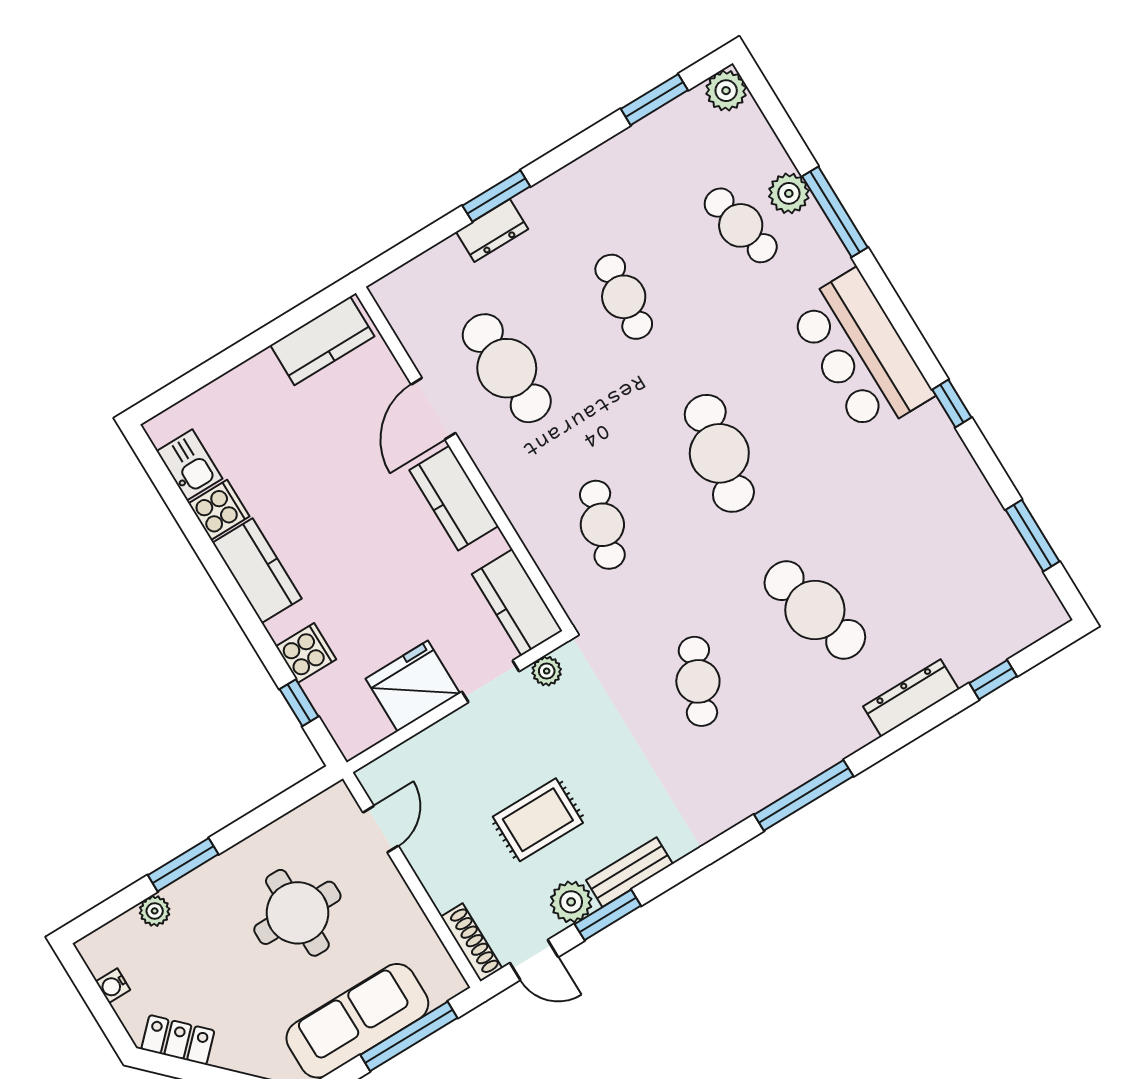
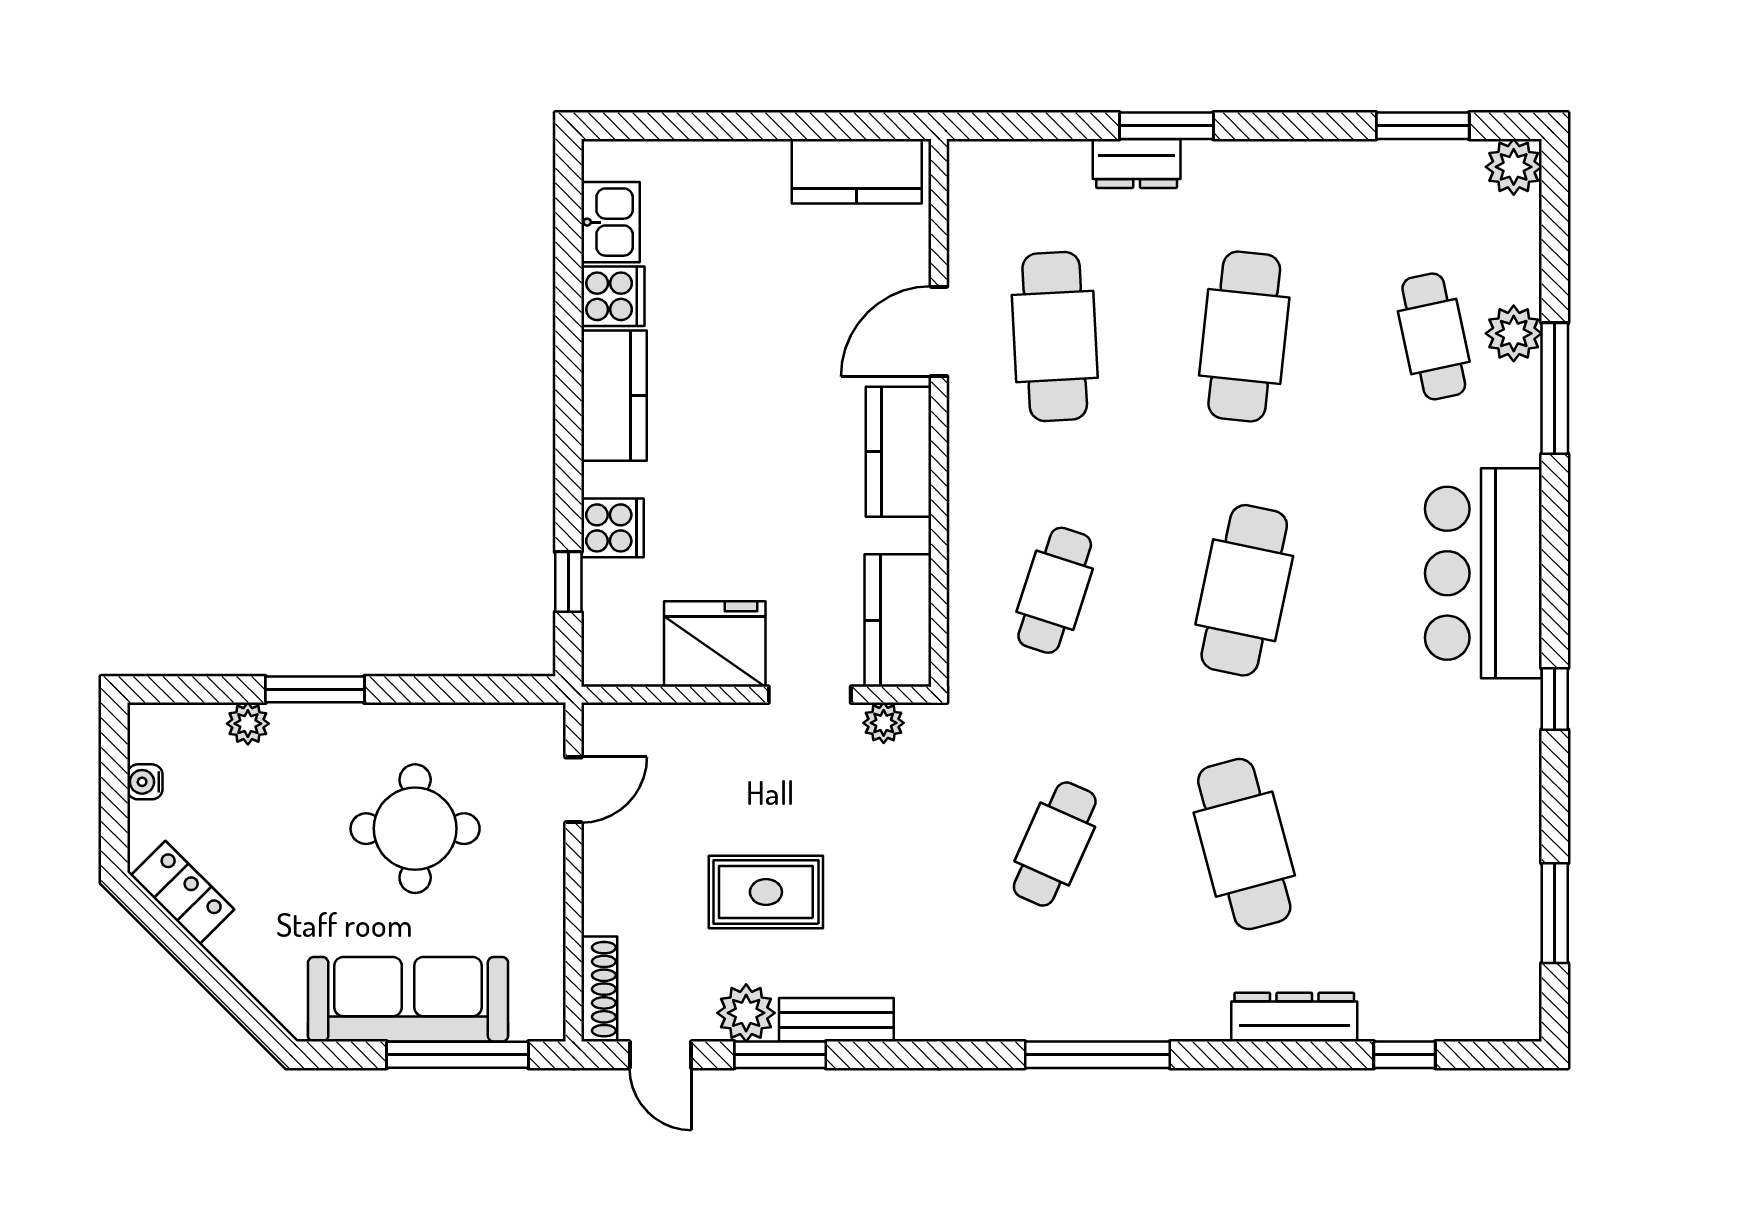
cafe table: (624, 297) -> (1244, 336), width x1.37, depth x1.35

